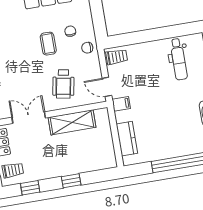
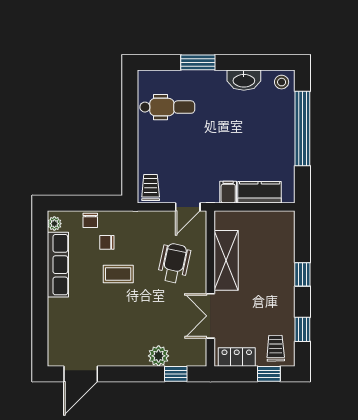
chair: (87, 48) -> (90, 220), moved
wheelchair: (63, 84) -> (174, 263), turned -88
filing cabinet: (121, 104) -> (228, 192), moved

